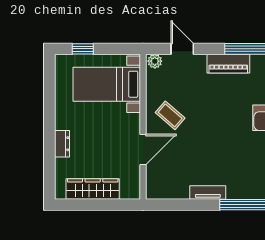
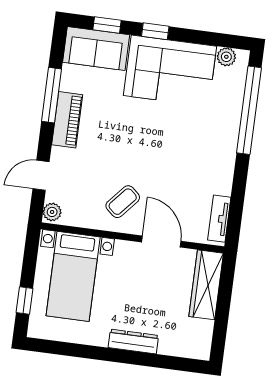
dresser: (62, 144) -> (133, 341), width x1.44
wardrobe: (93, 189) -> (206, 285), moved
tv unit: (208, 192) -> (219, 219), moved

